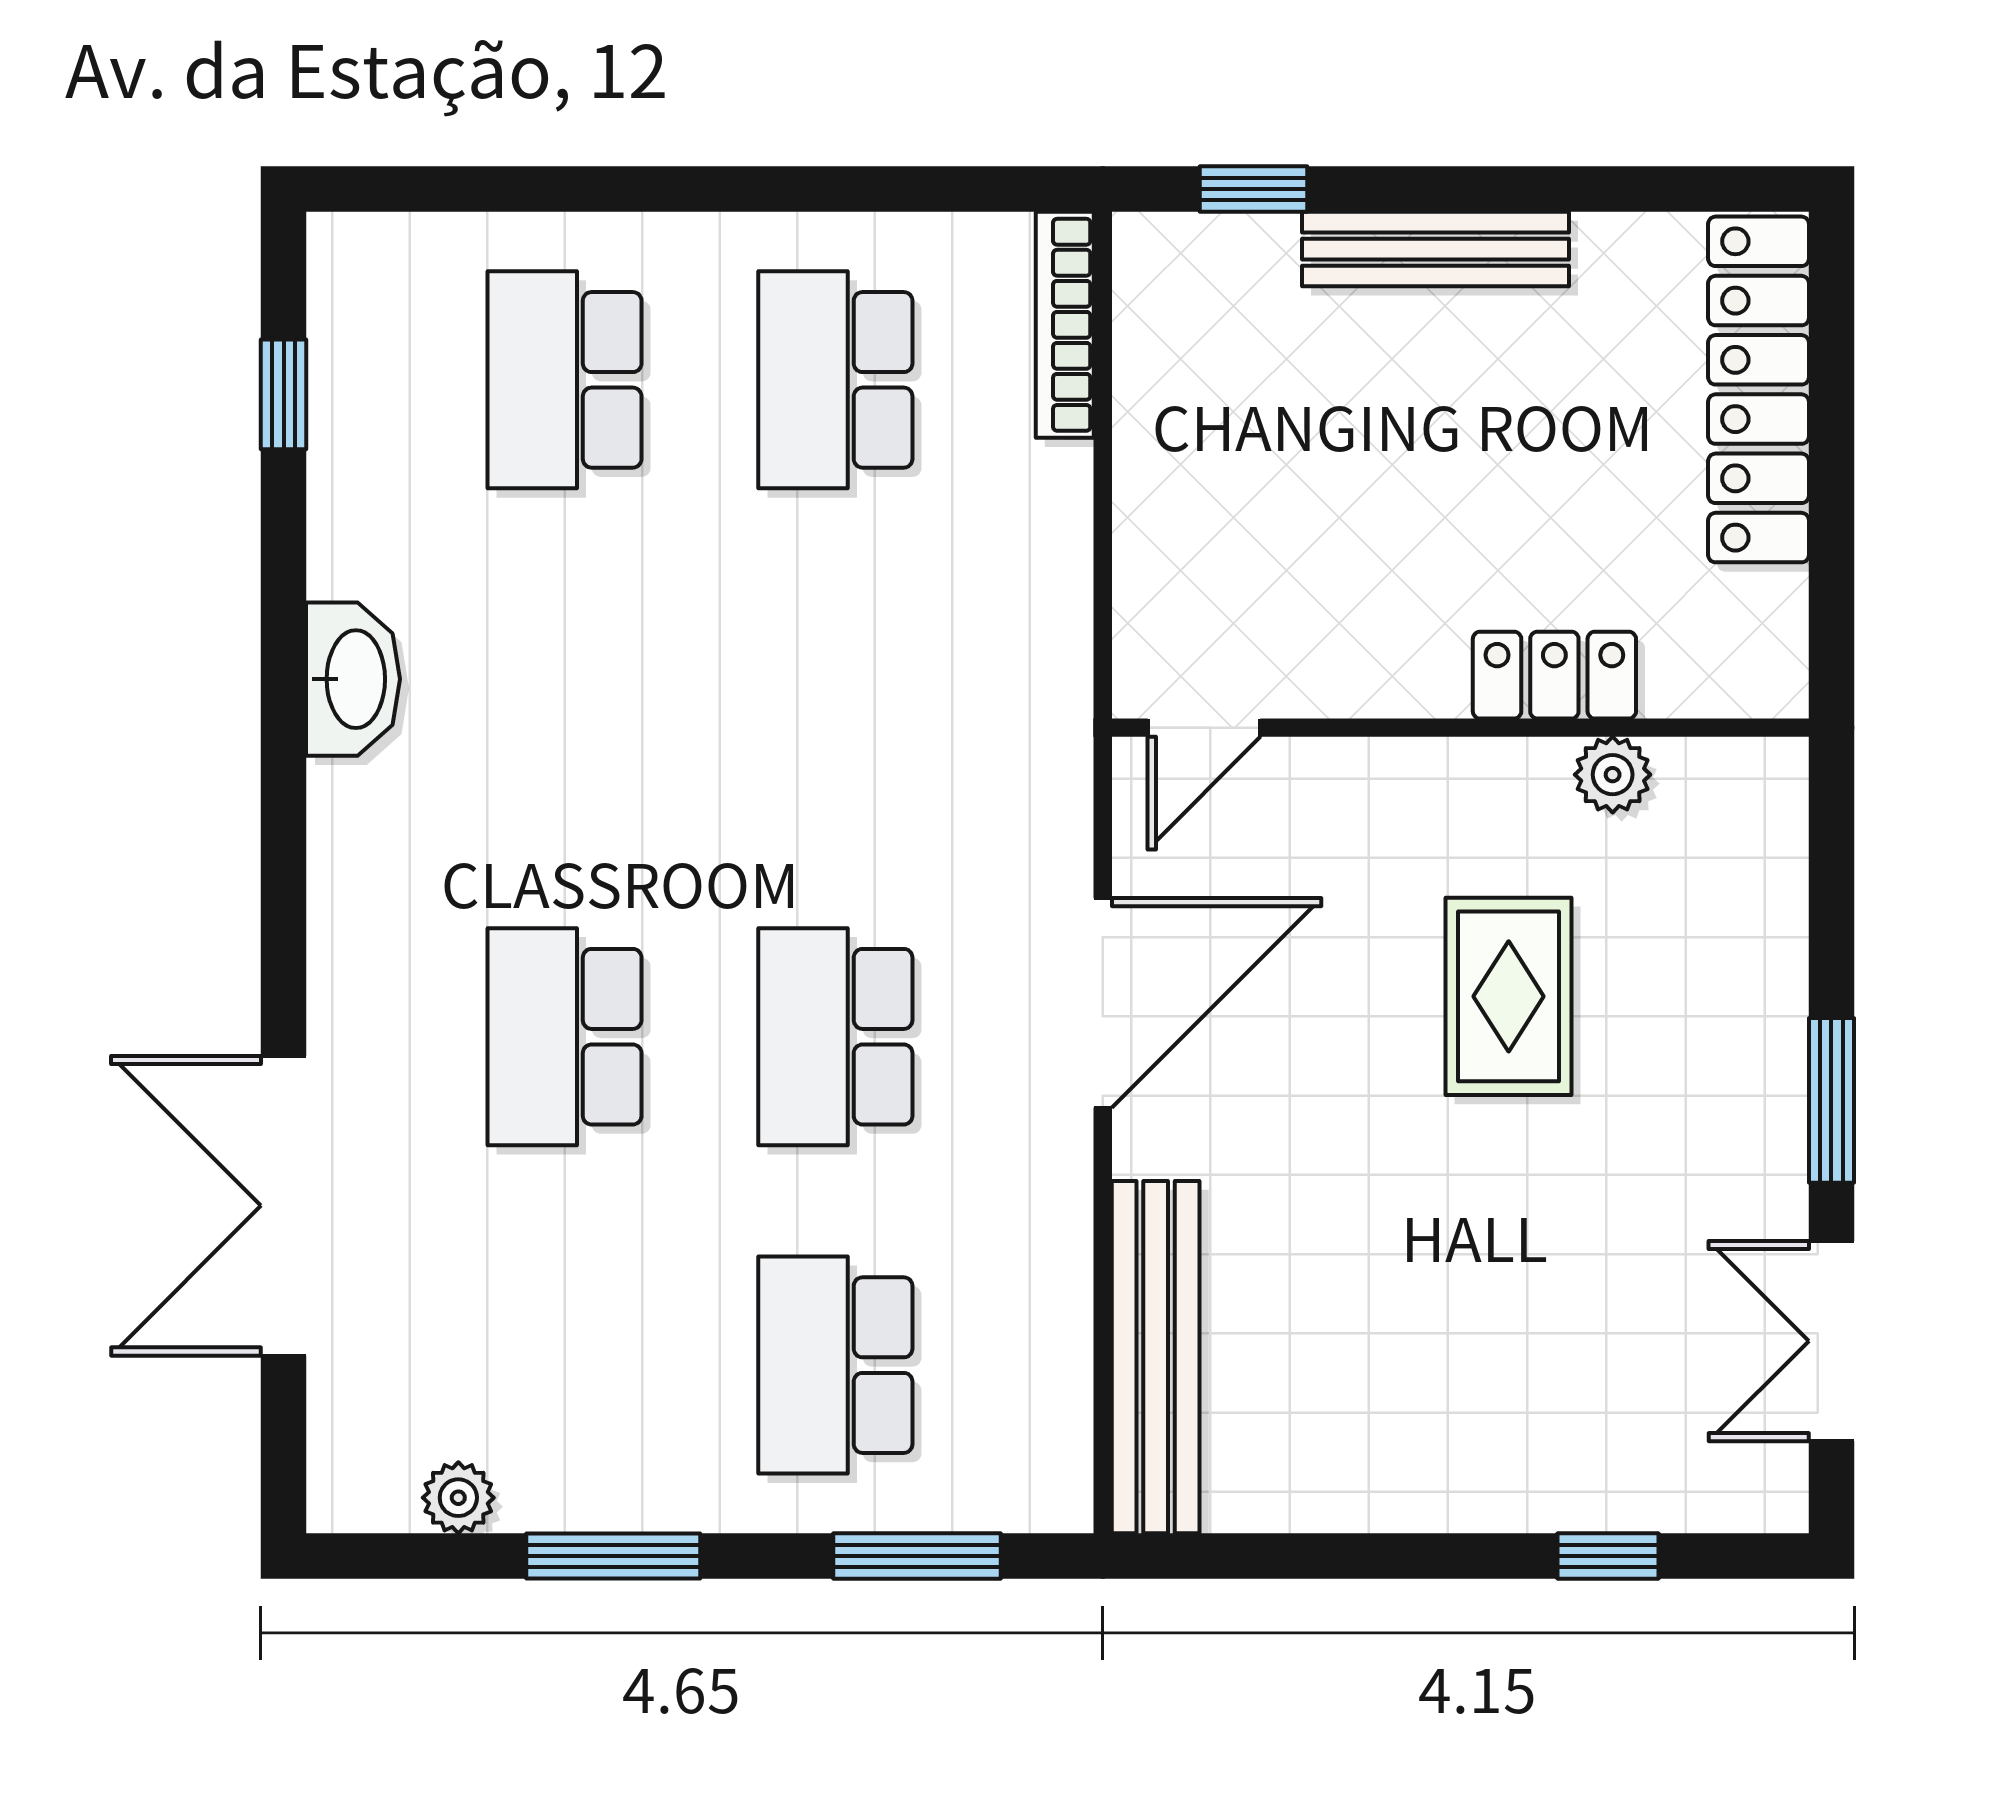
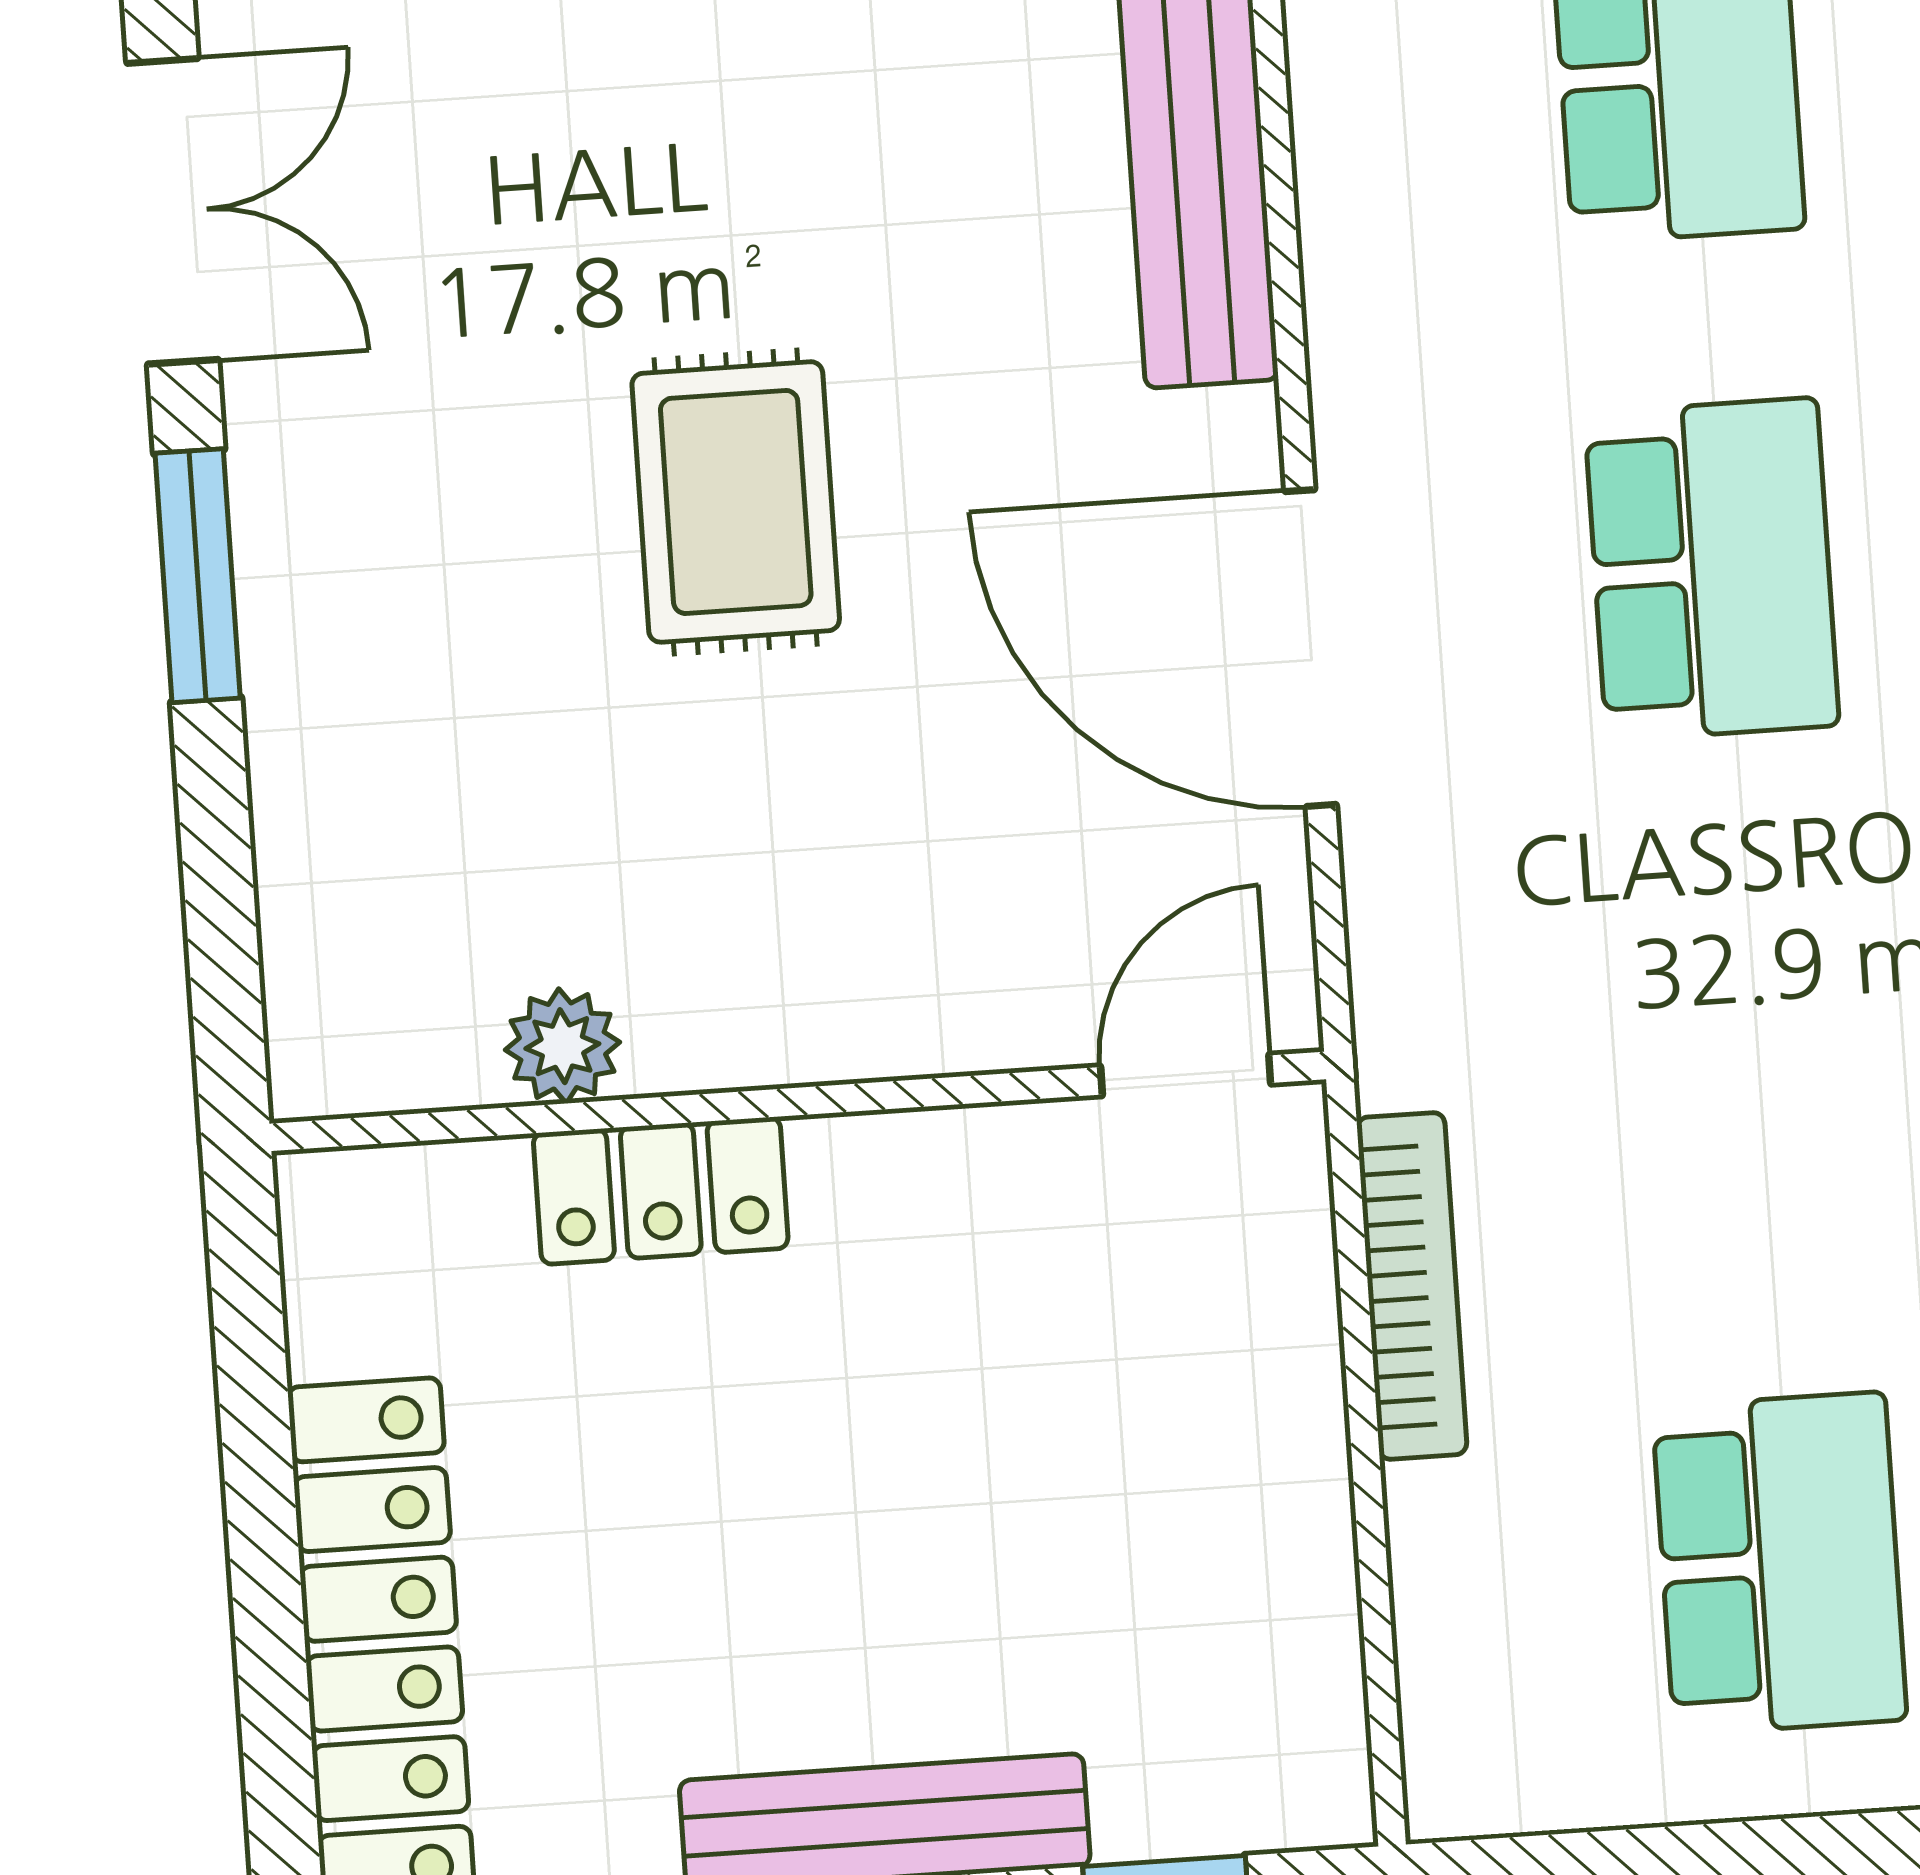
bookcase: (1065, 325) -> (1412, 1286), moved
rug: (1509, 996) -> (736, 502), moved
door: (1103, 1003) -> (1311, 648), hinge flipped

